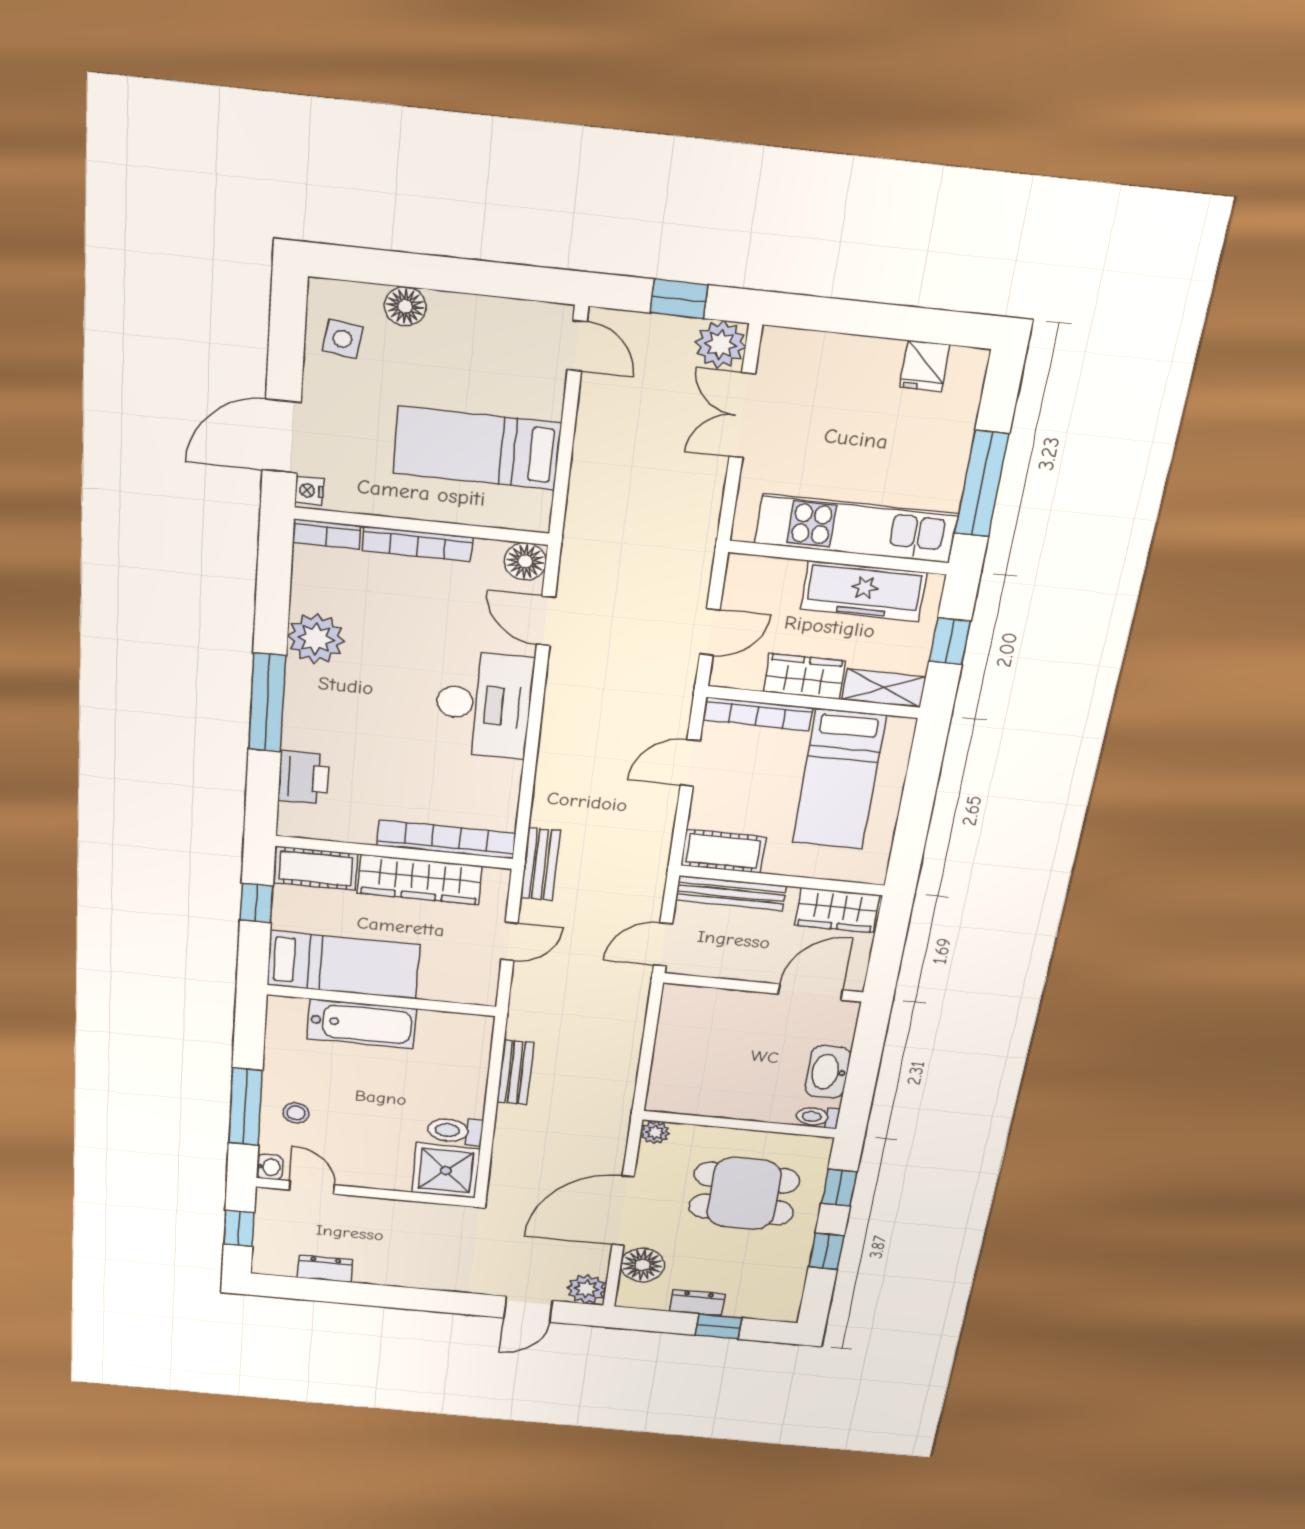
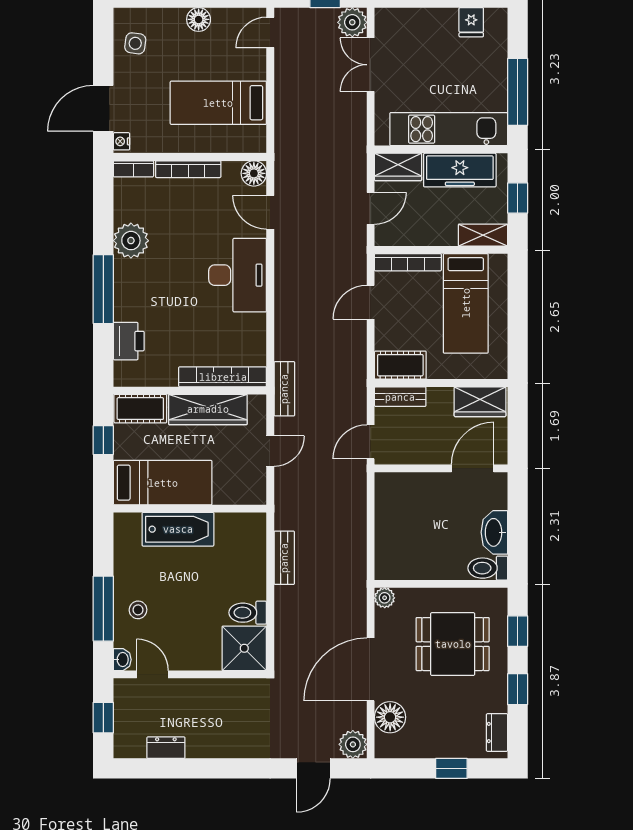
floor lamp: (405, 306) -> (199, 19), moved
door: (577, 346) -> (270, 32), swing flipped
wardrobe: (804, 676) -> (398, 167), moved, turned 180
bench: (731, 893) -> (400, 397), width x0.73
toilet: (818, 1117) -> (488, 568), width x1.37, depth x1.39
dresser: (697, 1303) -> (497, 732), moved, turned -90

